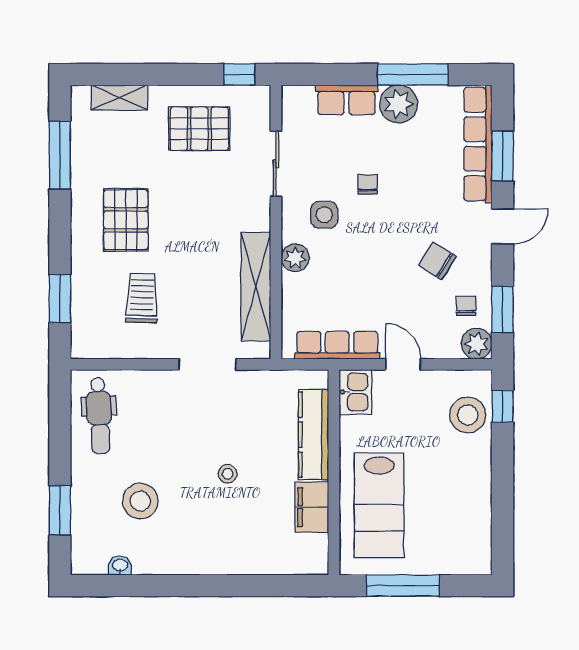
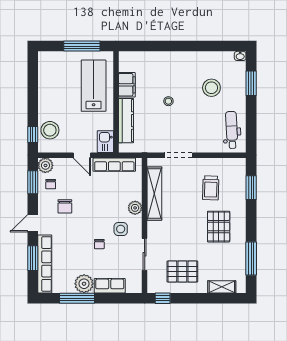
chair: (437, 261) -> (65, 206), turned 58
washbasin: (120, 566) -> (240, 56), moved

